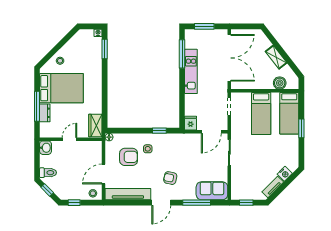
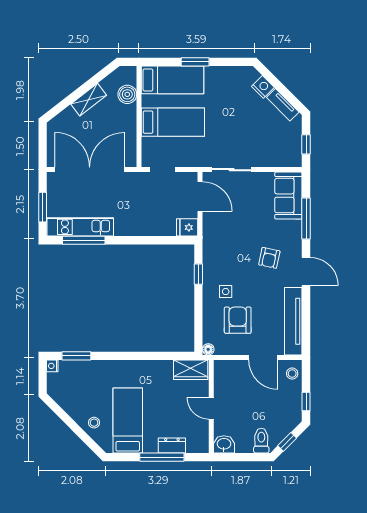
kitchen unit: (191, 71) -> (80, 227), moved
bed: (61, 88) -> (128, 421), width x0.67

